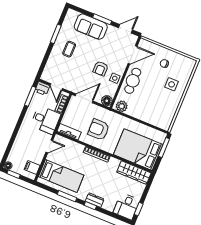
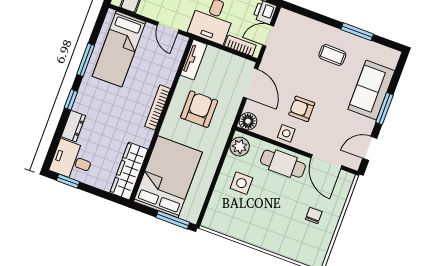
door: (125, 29) -> (370, 148), swing flipped
side table: (172, 84) -> (241, 183), moved
dresser: (95, 200) -> (73, 126), moved

